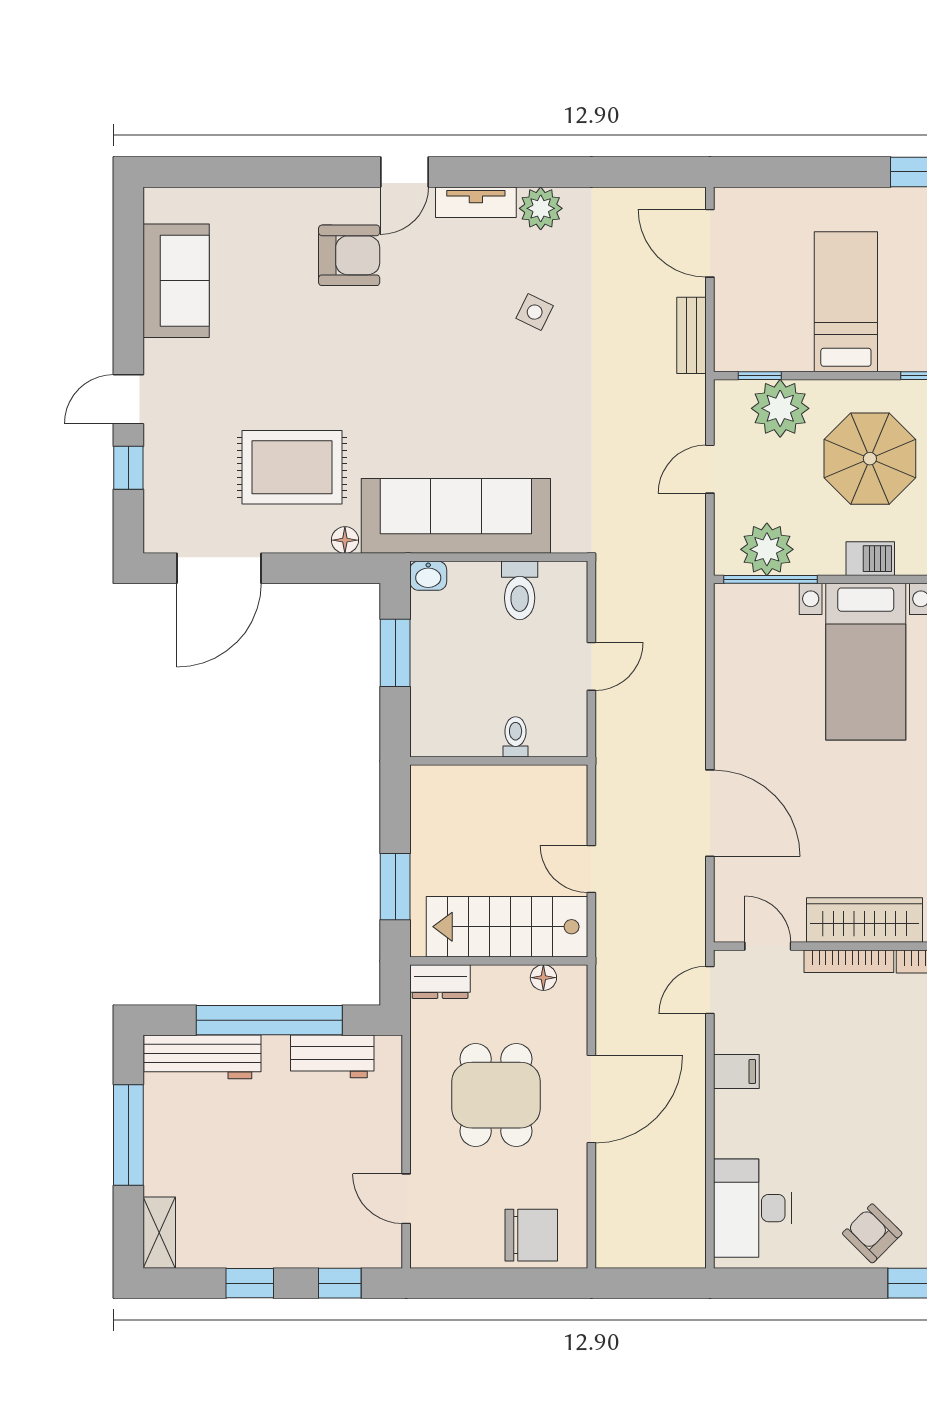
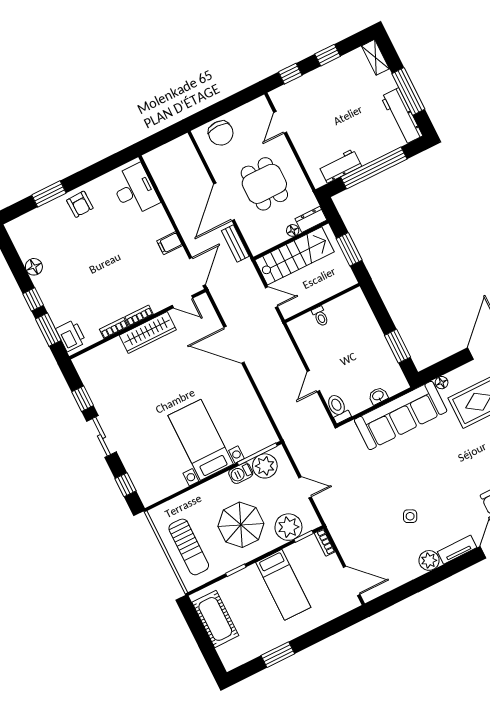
bench: (692, 335) -> (235, 243), moved
bookcase: (725, 344) -> (325, 542), added
door: (710, 469) -> (305, 487), hinge flipped
barbecue: (870, 559) -> (241, 473), moved
washbasin: (428, 576) -> (378, 396), moved
toilet: (520, 590) -> (338, 408), moved
toilet: (516, 737) -> (320, 316), moved
wall: (499, 761) -> (322, 303), moved
bookcase: (849, 961) -> (139, 316), width x0.64
floor lamp: (543, 978) -> (293, 230), moved
door: (710, 990) -> (197, 272), width x1.38
workbench: (202, 1057) -> (402, 116), moved, turned -90
door: (406, 1199) -> (280, 122), swing flipped
armchair: (872, 1233) -> (80, 204), turned 43
chair: (531, 1235) -> (221, 133), turned -90

